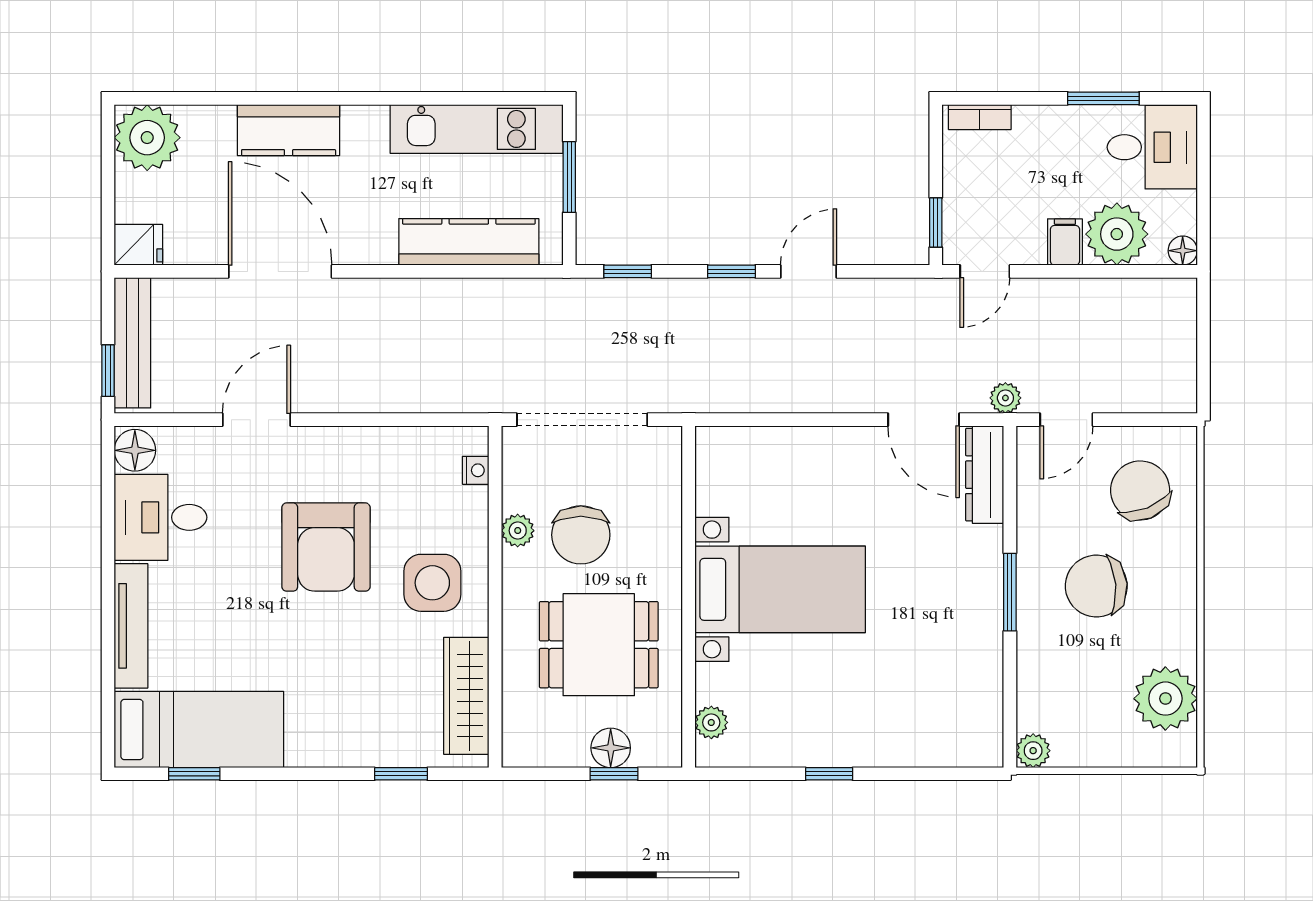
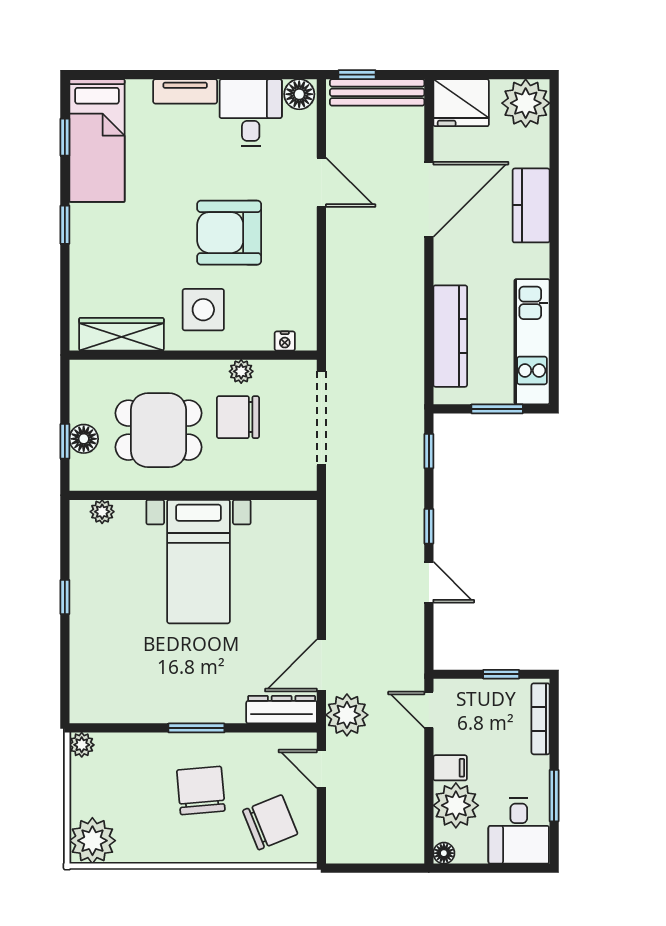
bookcase: (980, 117) -> (541, 719), width x1.56
window: (936, 222) -> (501, 674), moved
fridge: (138, 245) -> (461, 103), width x1.88, depth x1.34
plant: (1005, 398) -> (347, 715), width x1.88, depth x1.88
tv unit: (131, 626) -> (185, 91), width x0.71
dining table: (599, 645) -> (158, 430), turned 90
plant: (1165, 699) -> (92, 841), moved
window: (401, 774) -> (65, 225), moved

